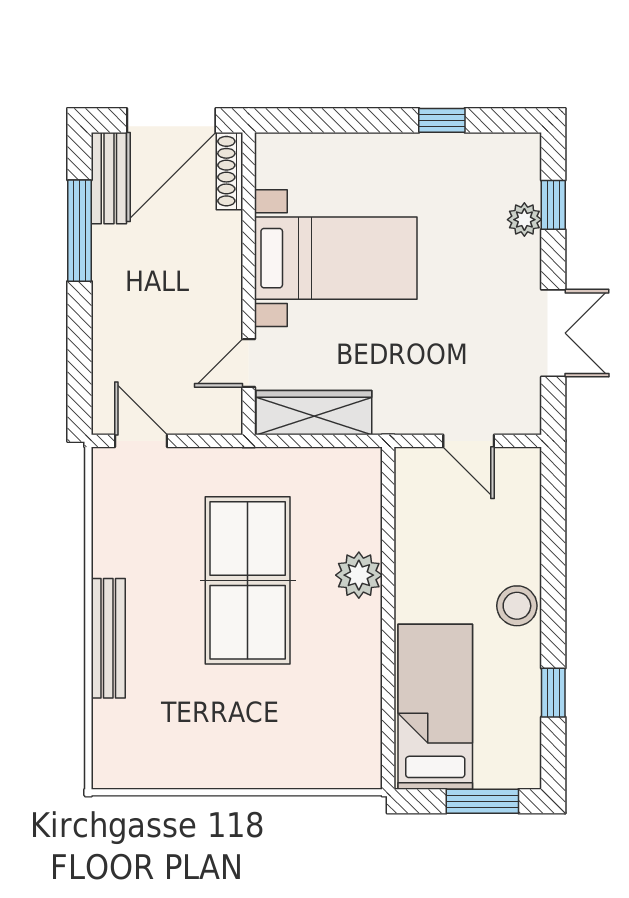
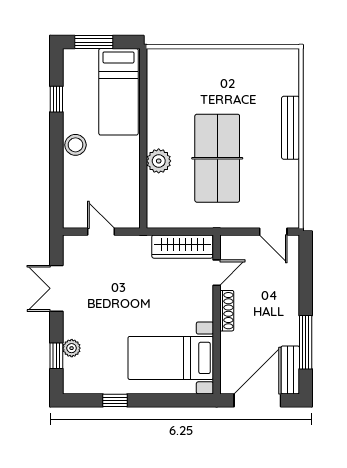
shoe rack: (230, 171) -> (227, 311), moved
bed with nightstands: (336, 258) -> (171, 358), moved

